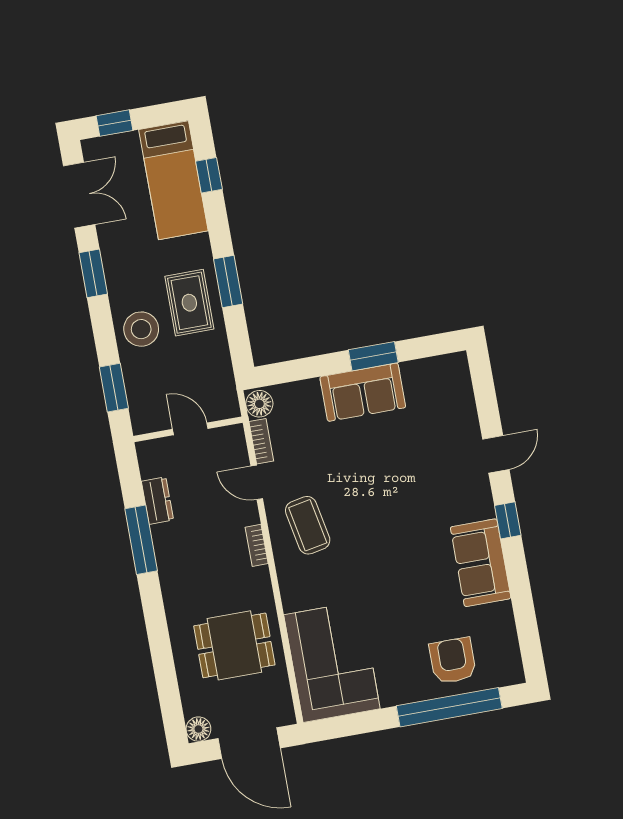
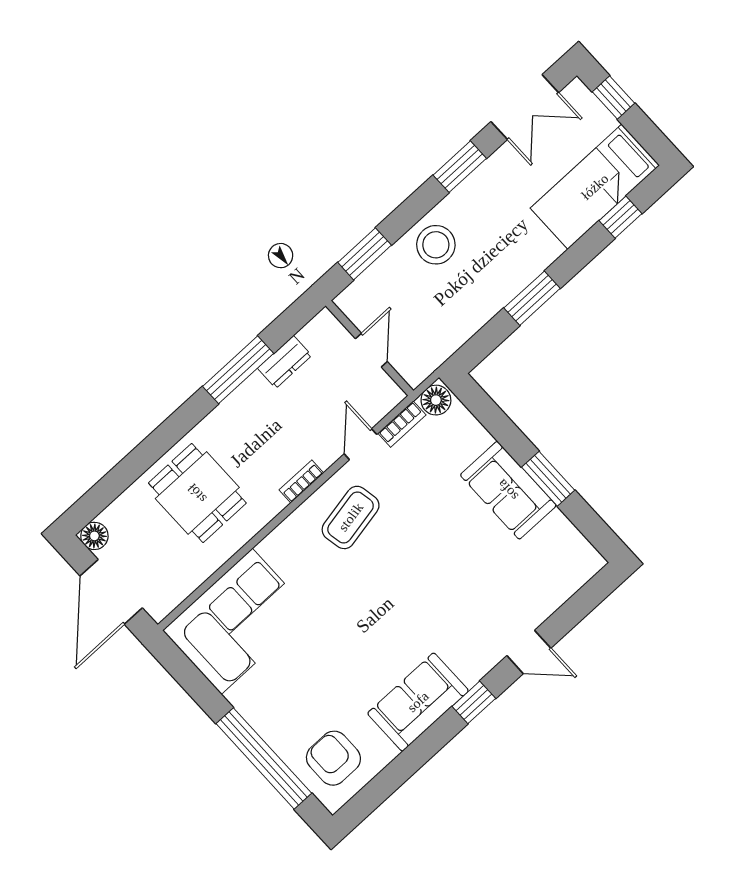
rug: (189, 303) -> (489, 274), removed
dining table: (234, 645) -> (197, 493), moved
armchair: (453, 661) -> (333, 758), moved, turned -90

